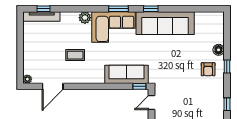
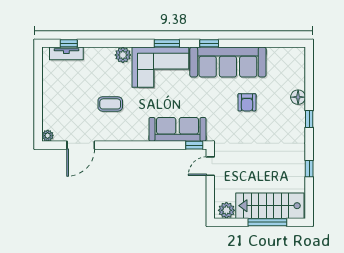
tv unit: (42, 16) -> (66, 53), width x0.71
armchair: (208, 69) -> (247, 102), moved

